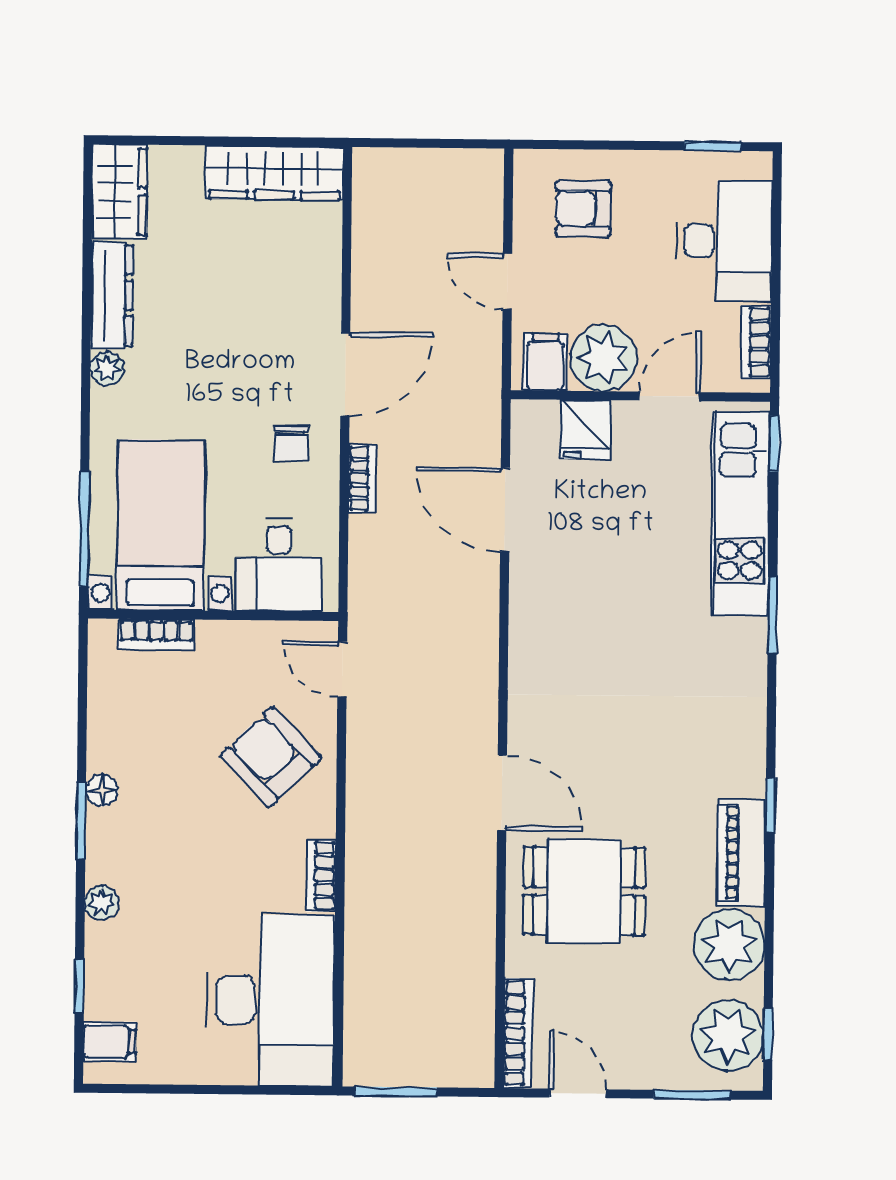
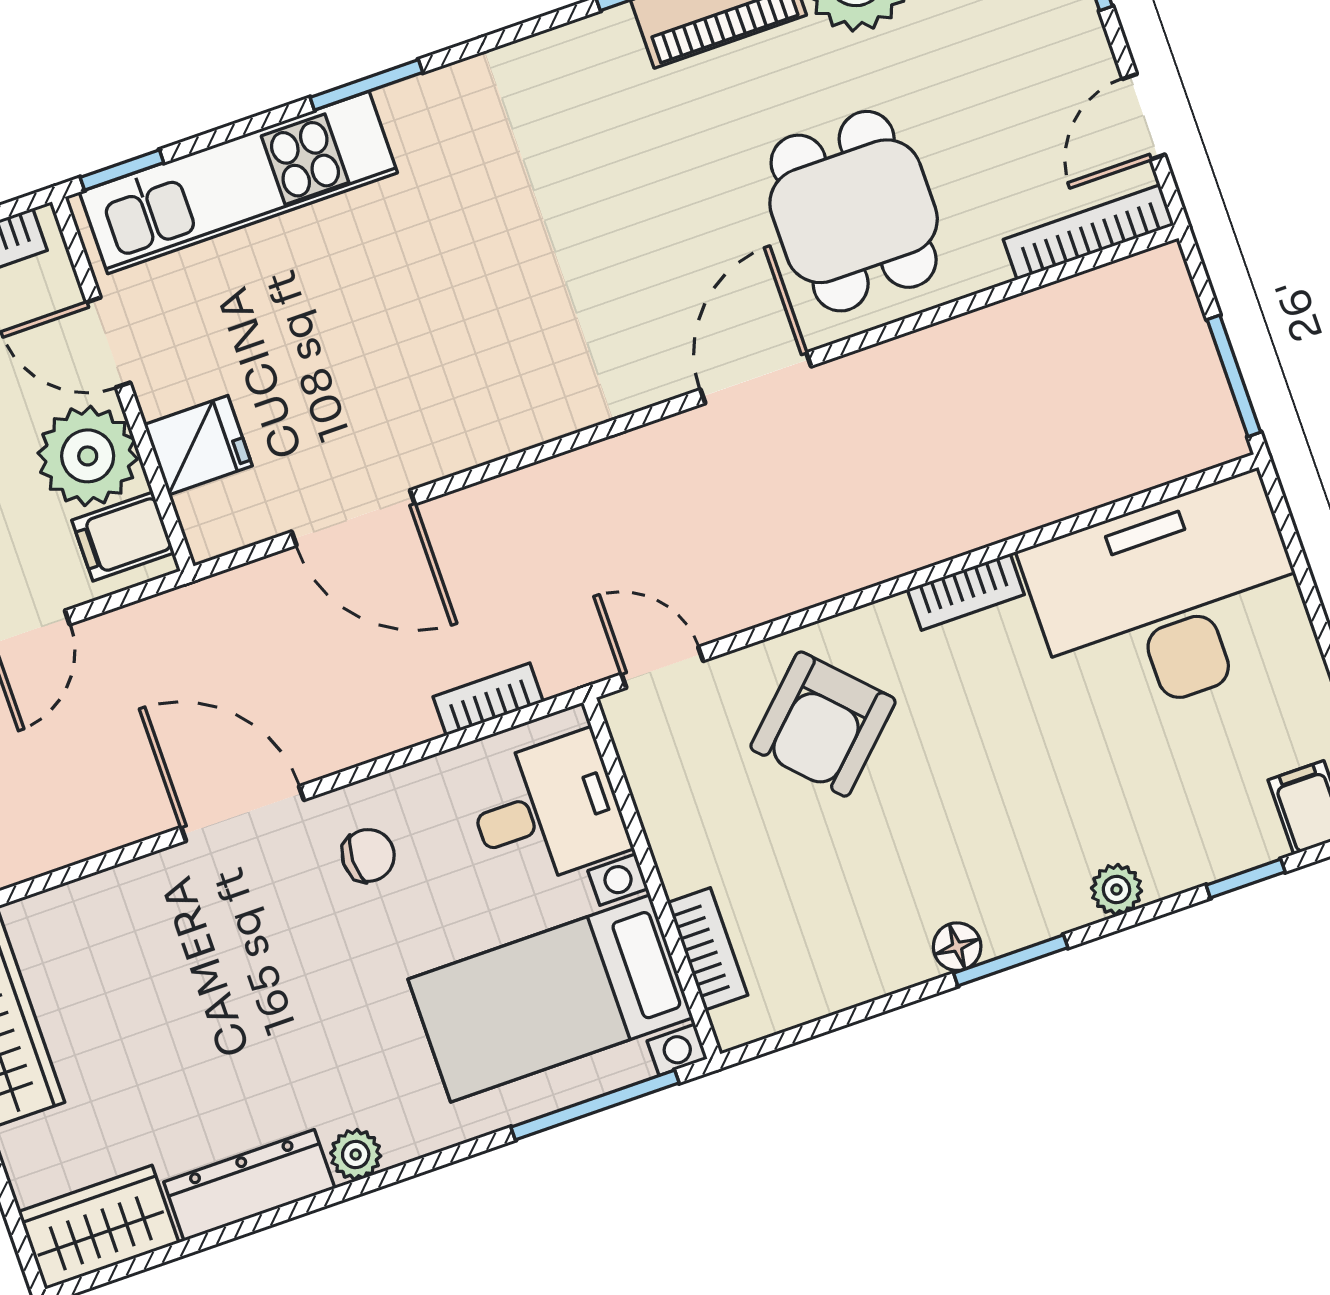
bookcase: (362, 479) -> (488, 699), moved
door: (505, 510) -> (353, 518), hinge flipped
door: (342, 669) -> (662, 667), swing flipped

